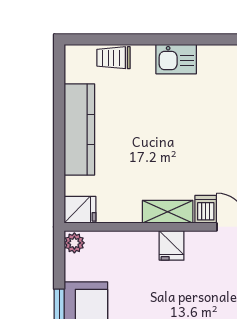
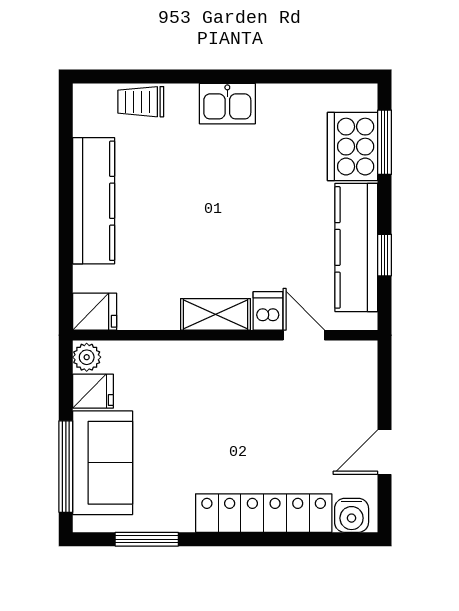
fridge: (172, 245) -> (93, 391), moved, turned -90

